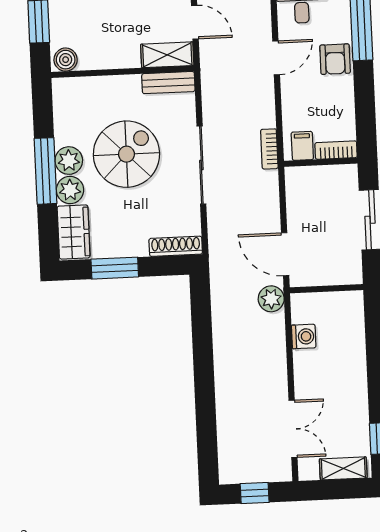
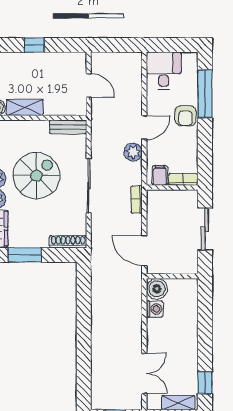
shelving: (167, 55) -> (25, 107), moved
door: (276, 58) -> (144, 128), moved
bookcase: (269, 149) -> (137, 199), moved
plant: (271, 299) -> (133, 152), moved
boiler: (305, 308) -> (157, 289), added

